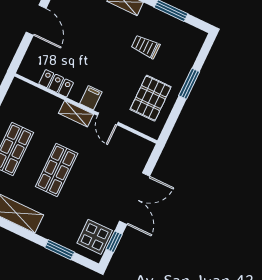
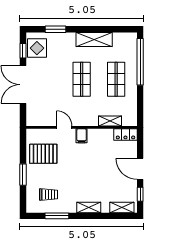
trolley: (146, 47) -> (49, 194), moved
locker: (56, 83) -> (125, 135), moved
pallet: (151, 98) -> (43, 154), turned 90
shelving: (76, 114) -> (110, 121), moved

